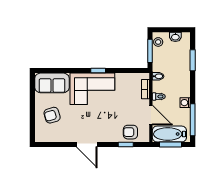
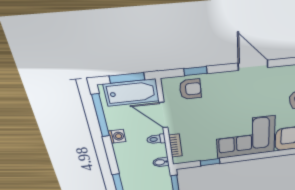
window: (98, 71) -> (210, 162), moved

